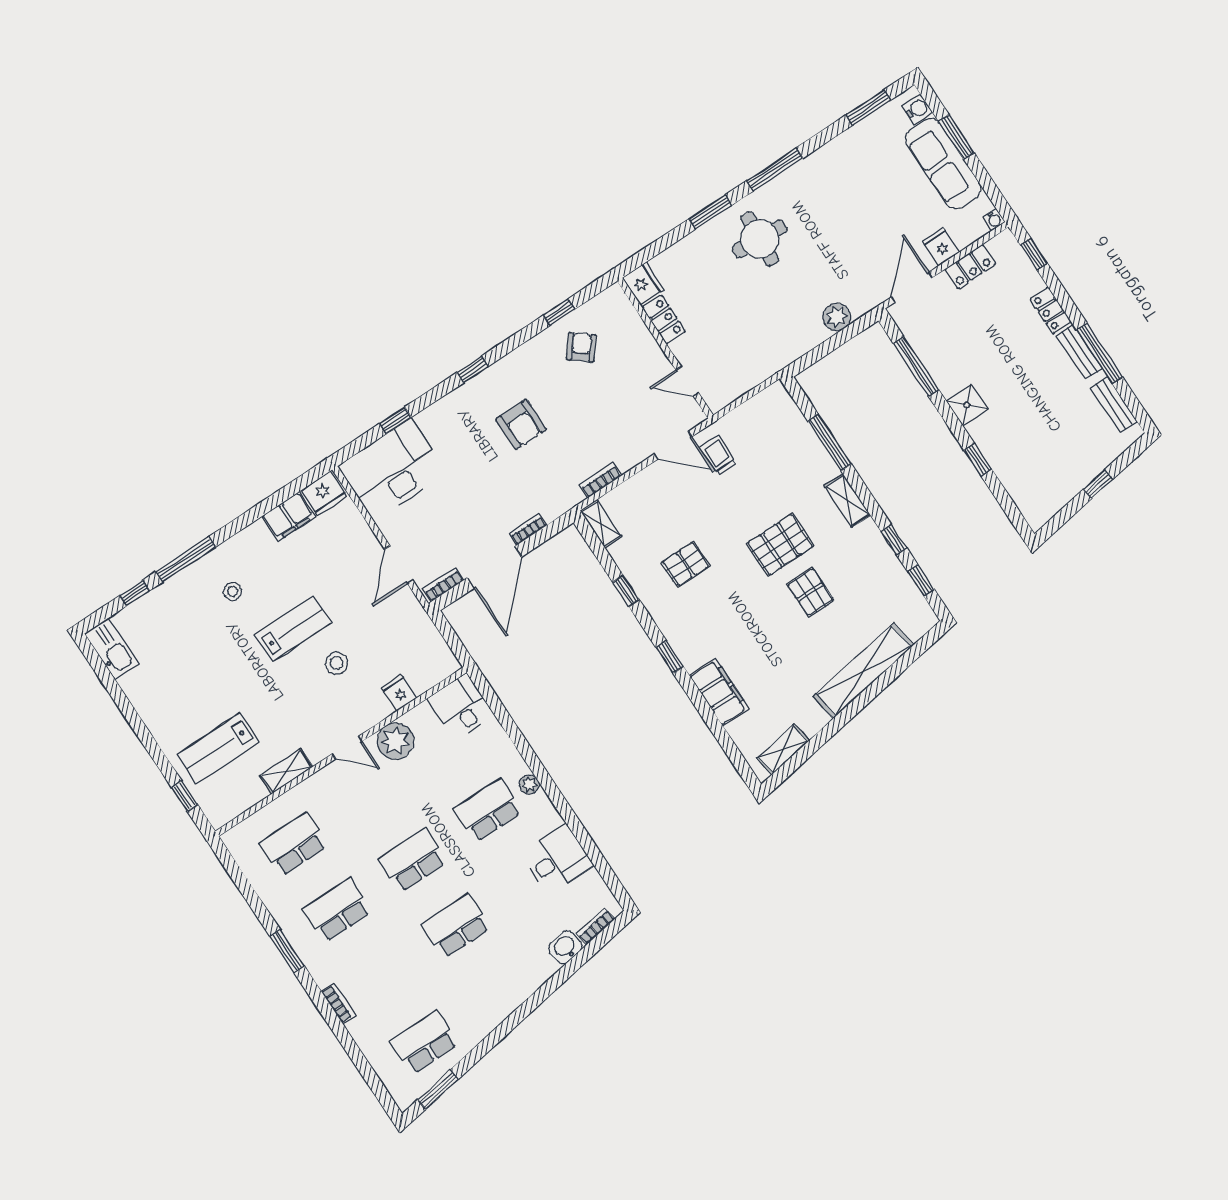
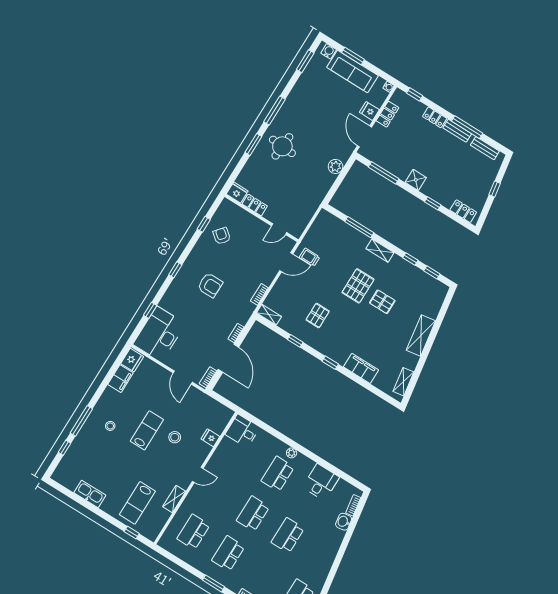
locker: (1025, 498) -> (463, 211), added
kitchen sink: (112, 649) -> (90, 494), moved
shelving: (864, 671) -> (421, 336), width x0.68
plant: (396, 741) -> (219, 461), removed

